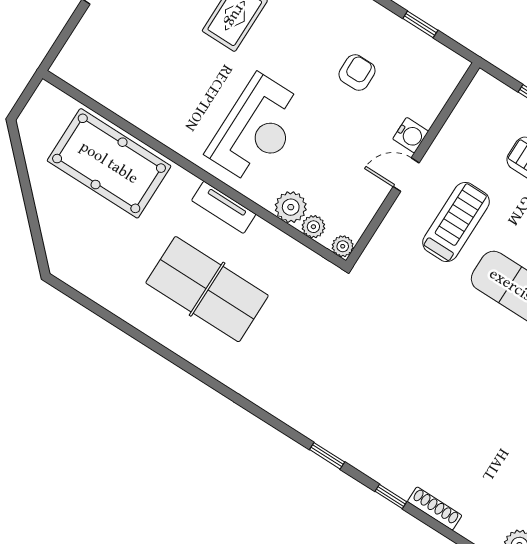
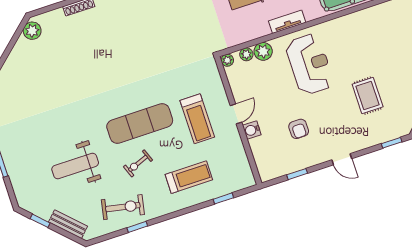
reception desk: (257, 129) -> (310, 64), turned 180

